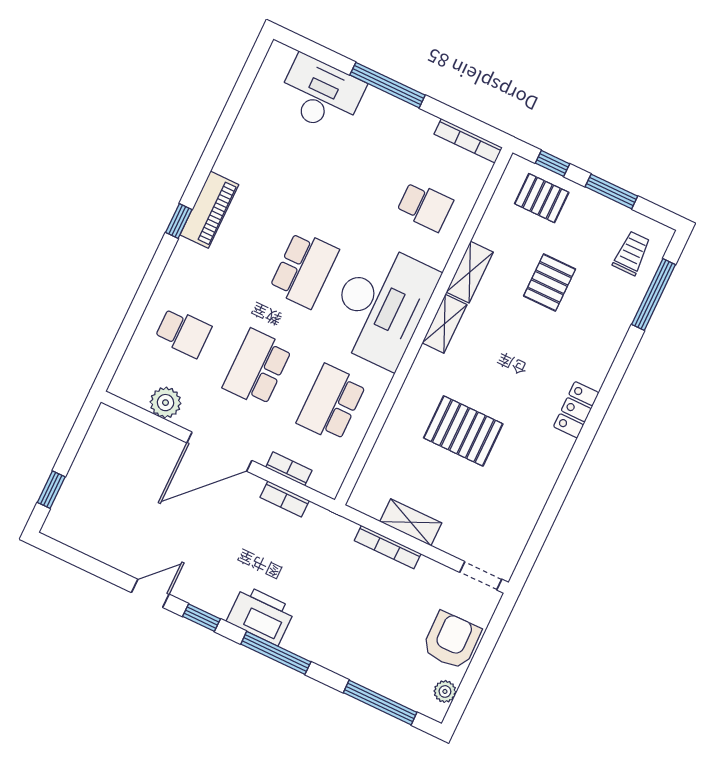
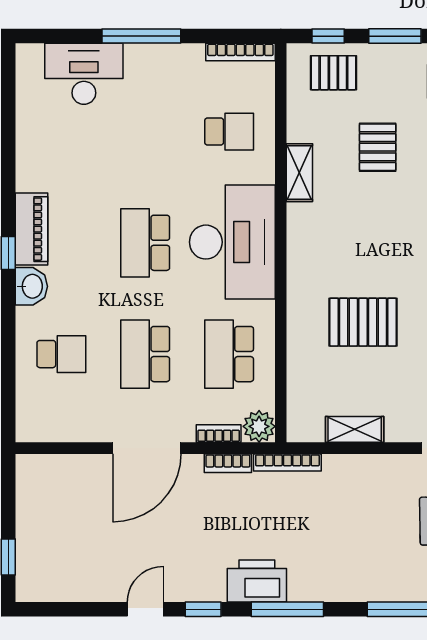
washbasin: (185, 260) -> (31, 286), added
school desk: (304, 269) -> (145, 243), turned 180
shelving: (445, 324) -> (299, 231), removed
plant: (166, 403) -> (259, 426), moved
bookcase: (388, 547) -> (287, 463), moved

